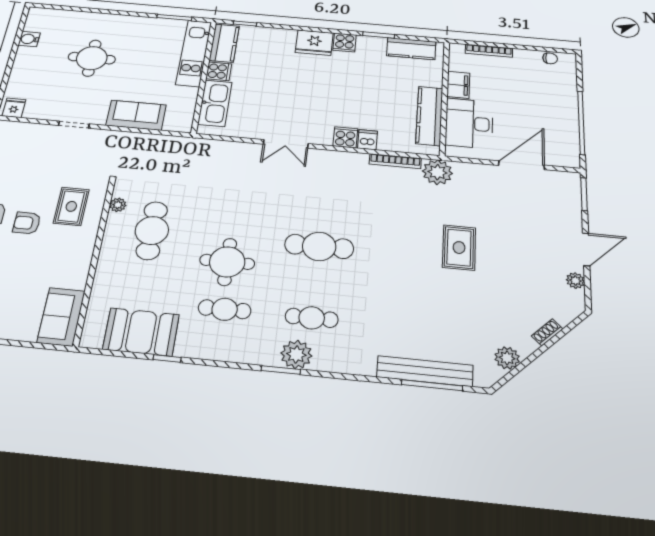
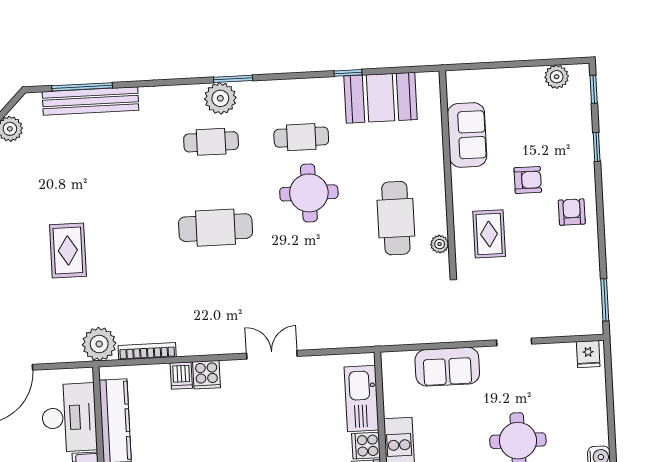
armchair: (27, 223) -> (528, 180), moved
sofa: (61, 317) -> (467, 135), moved

